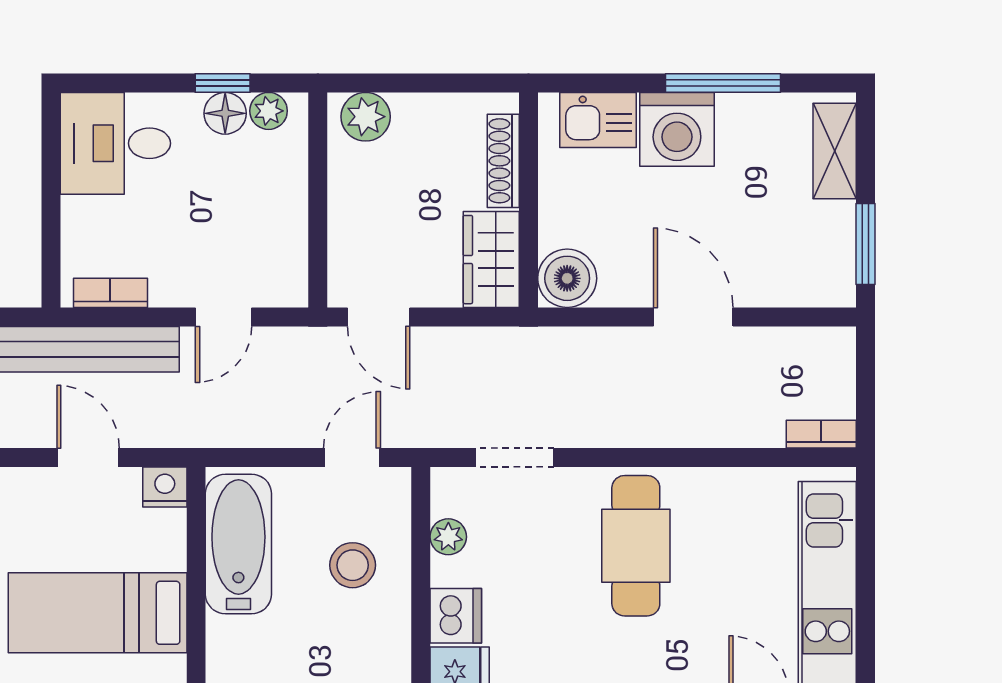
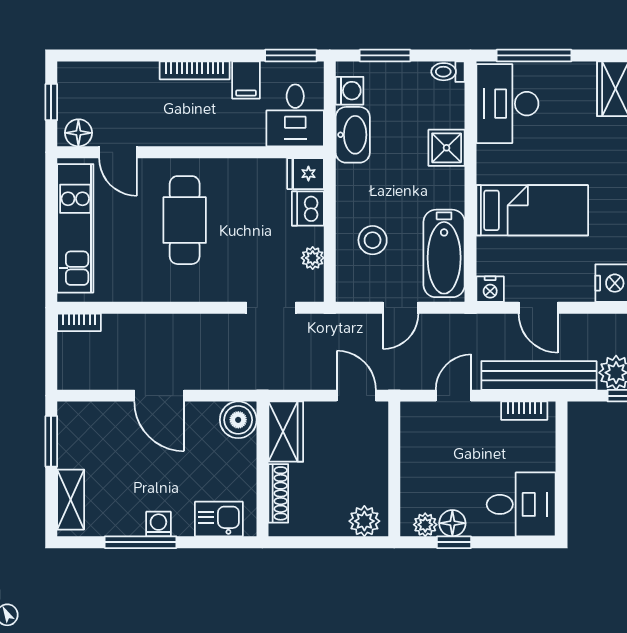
washing machine: (677, 129) -> (158, 524), width x0.53, depth x0.53
door: (352, 457) -> (401, 308), moved
cafe table: (636, 546) -> (185, 220), moved

